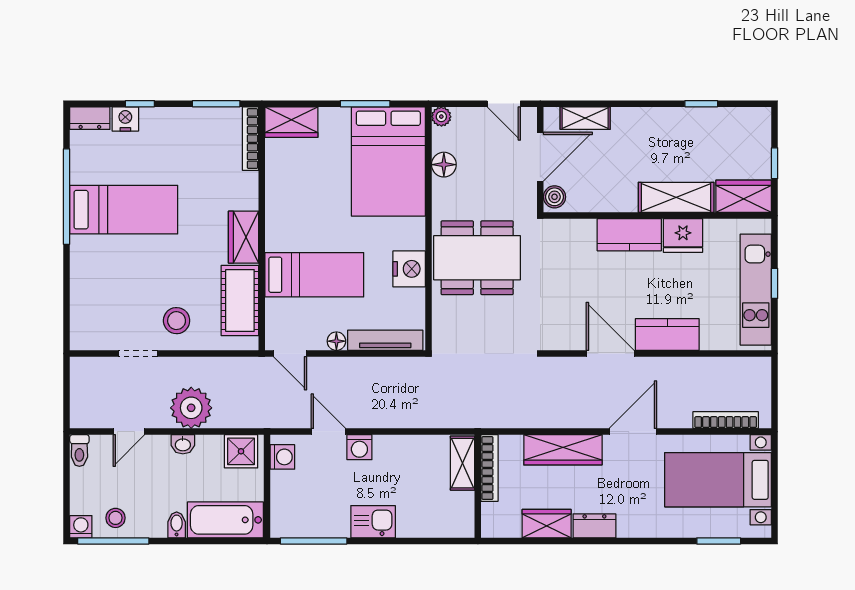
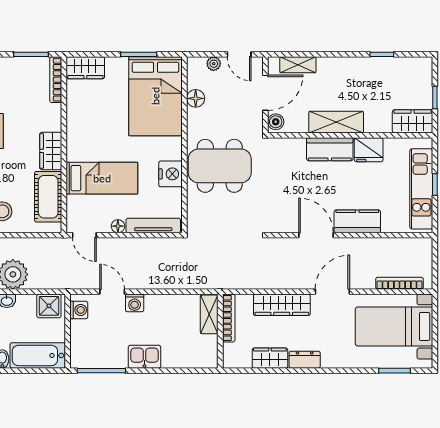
plant: (441, 117) -> (214, 64), moved
shelving: (676, 197) -> (336, 122), moved

